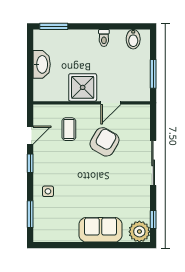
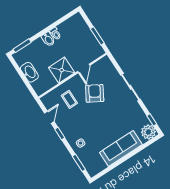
bidet: (133, 39) -> (48, 39), moved
sofa: (100, 230) -> (121, 148), width x1.36

